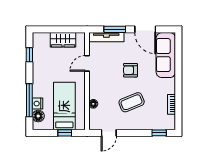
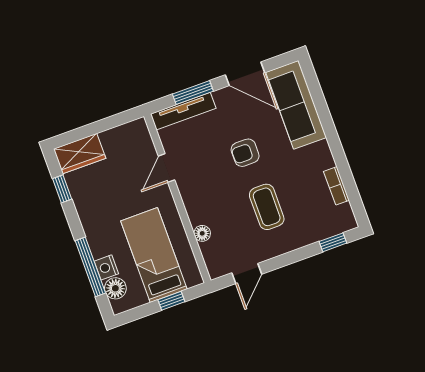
wardrobe: (63, 40) -> (80, 154), moved
coffee table: (132, 102) -> (267, 207), turned -68

